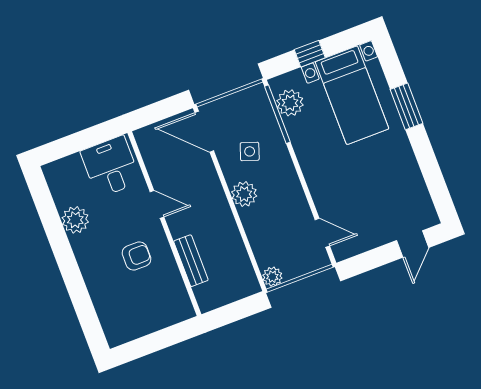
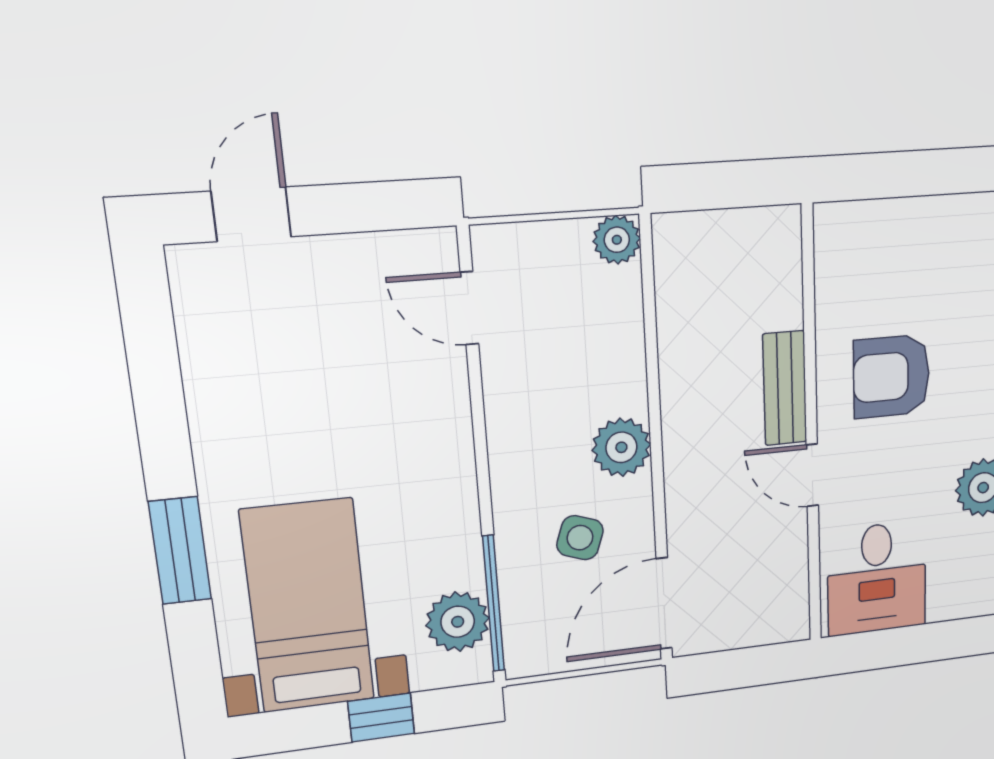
door: (204, 132) -> (664, 604), swing flipped
armchair: (136, 256) -> (891, 376), width x1.38, depth x1.38
bench: (191, 261) -> (785, 388), moved

